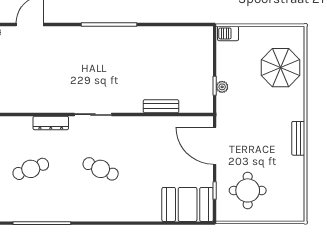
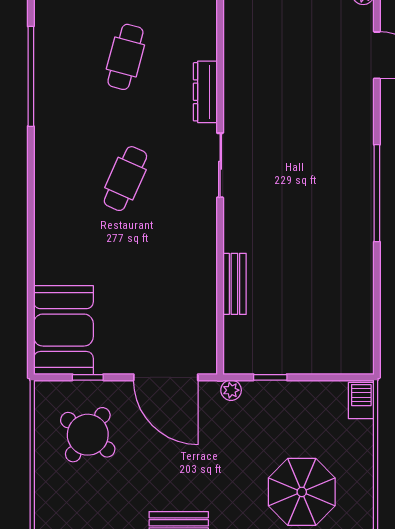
plant: (222, 87) -> (231, 390), moved
door: (215, 146) -> (166, 377), swing flipped
cafe table: (31, 169) -> (125, 57), turned 36
round table: (248, 190) -> (88, 435), turned 37

